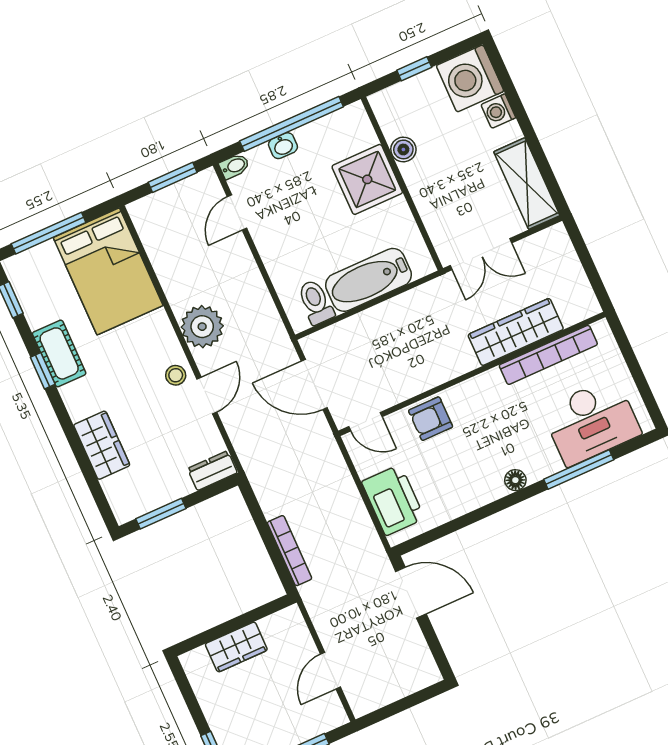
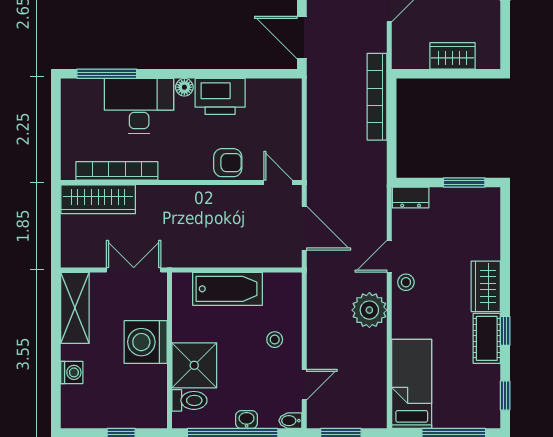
washing machine: (470, 78) -> (146, 342), moved, turned 180
boiler: (403, 149) -> (157, 376), removed
stool: (292, 247) -> (275, 340), added
bed: (108, 271) -> (412, 384), width x0.67
toilet: (316, 302) -> (189, 400), moved, turned -90
wardrobe: (516, 332) -> (98, 199), moved
desk: (591, 422) -> (139, 106), moved
wardrobe: (102, 445) -> (486, 286), moved
window: (579, 469) -> (107, 74), moved
printer: (393, 500) -> (220, 96), moved, turned -90
bookcase: (290, 551) -> (377, 97), width x1.48, depth x1.31

